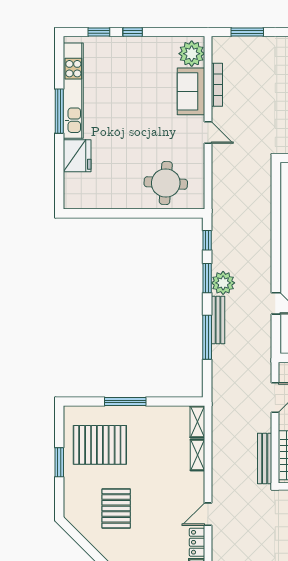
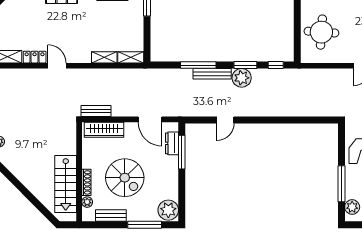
bench: (265, 458) -> (96, 111), width x0.73

